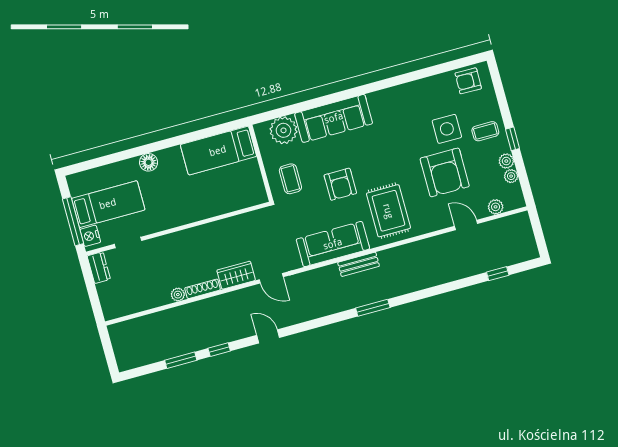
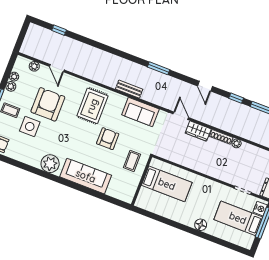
plant: (283, 130) -> (50, 164), moved
bed: (218, 151) -> (167, 184), moved
sofa: (333, 244) -> (140, 112), width x0.73
window: (373, 308) -> (159, 68), moved

